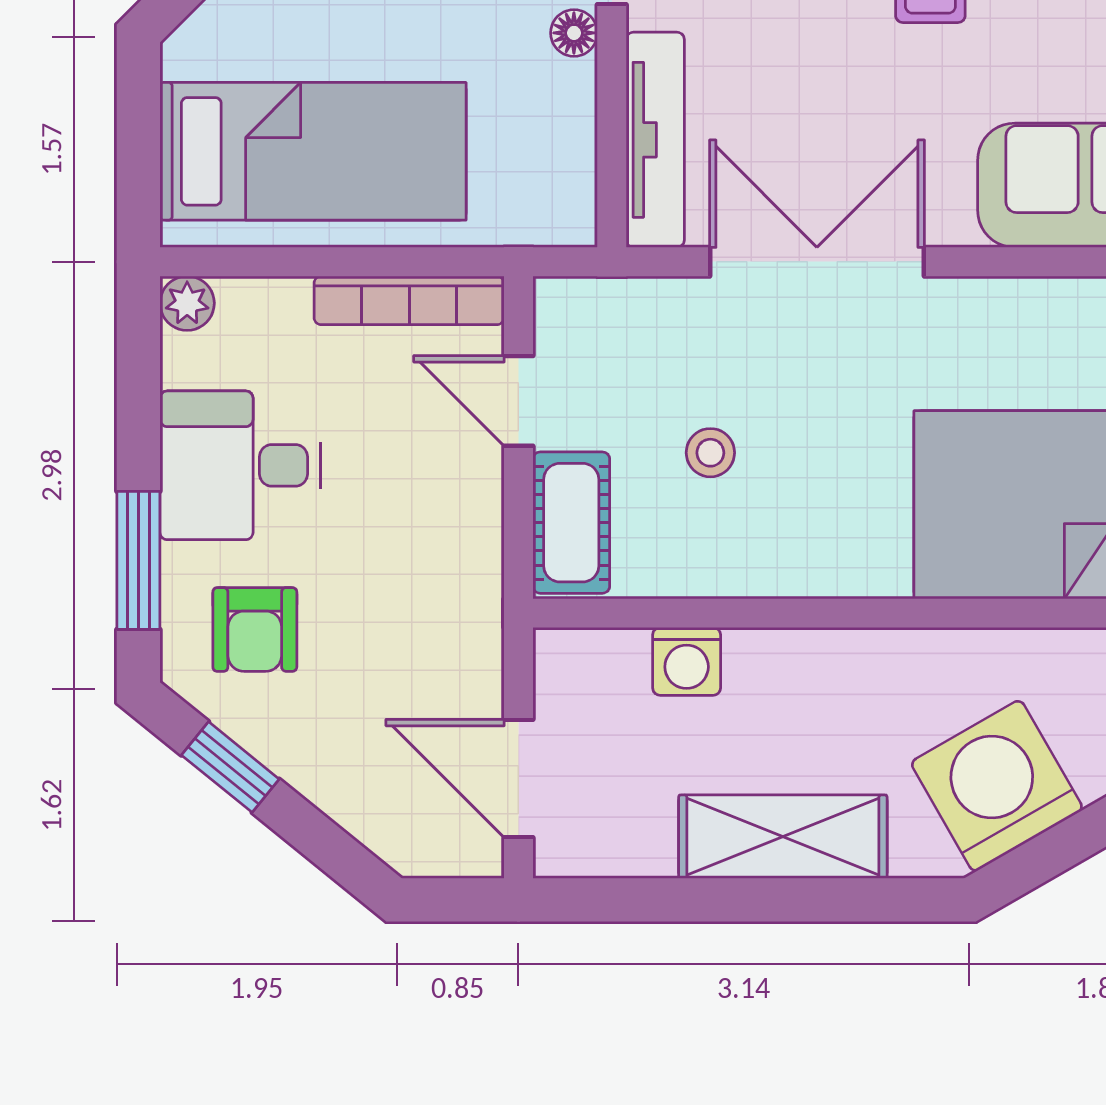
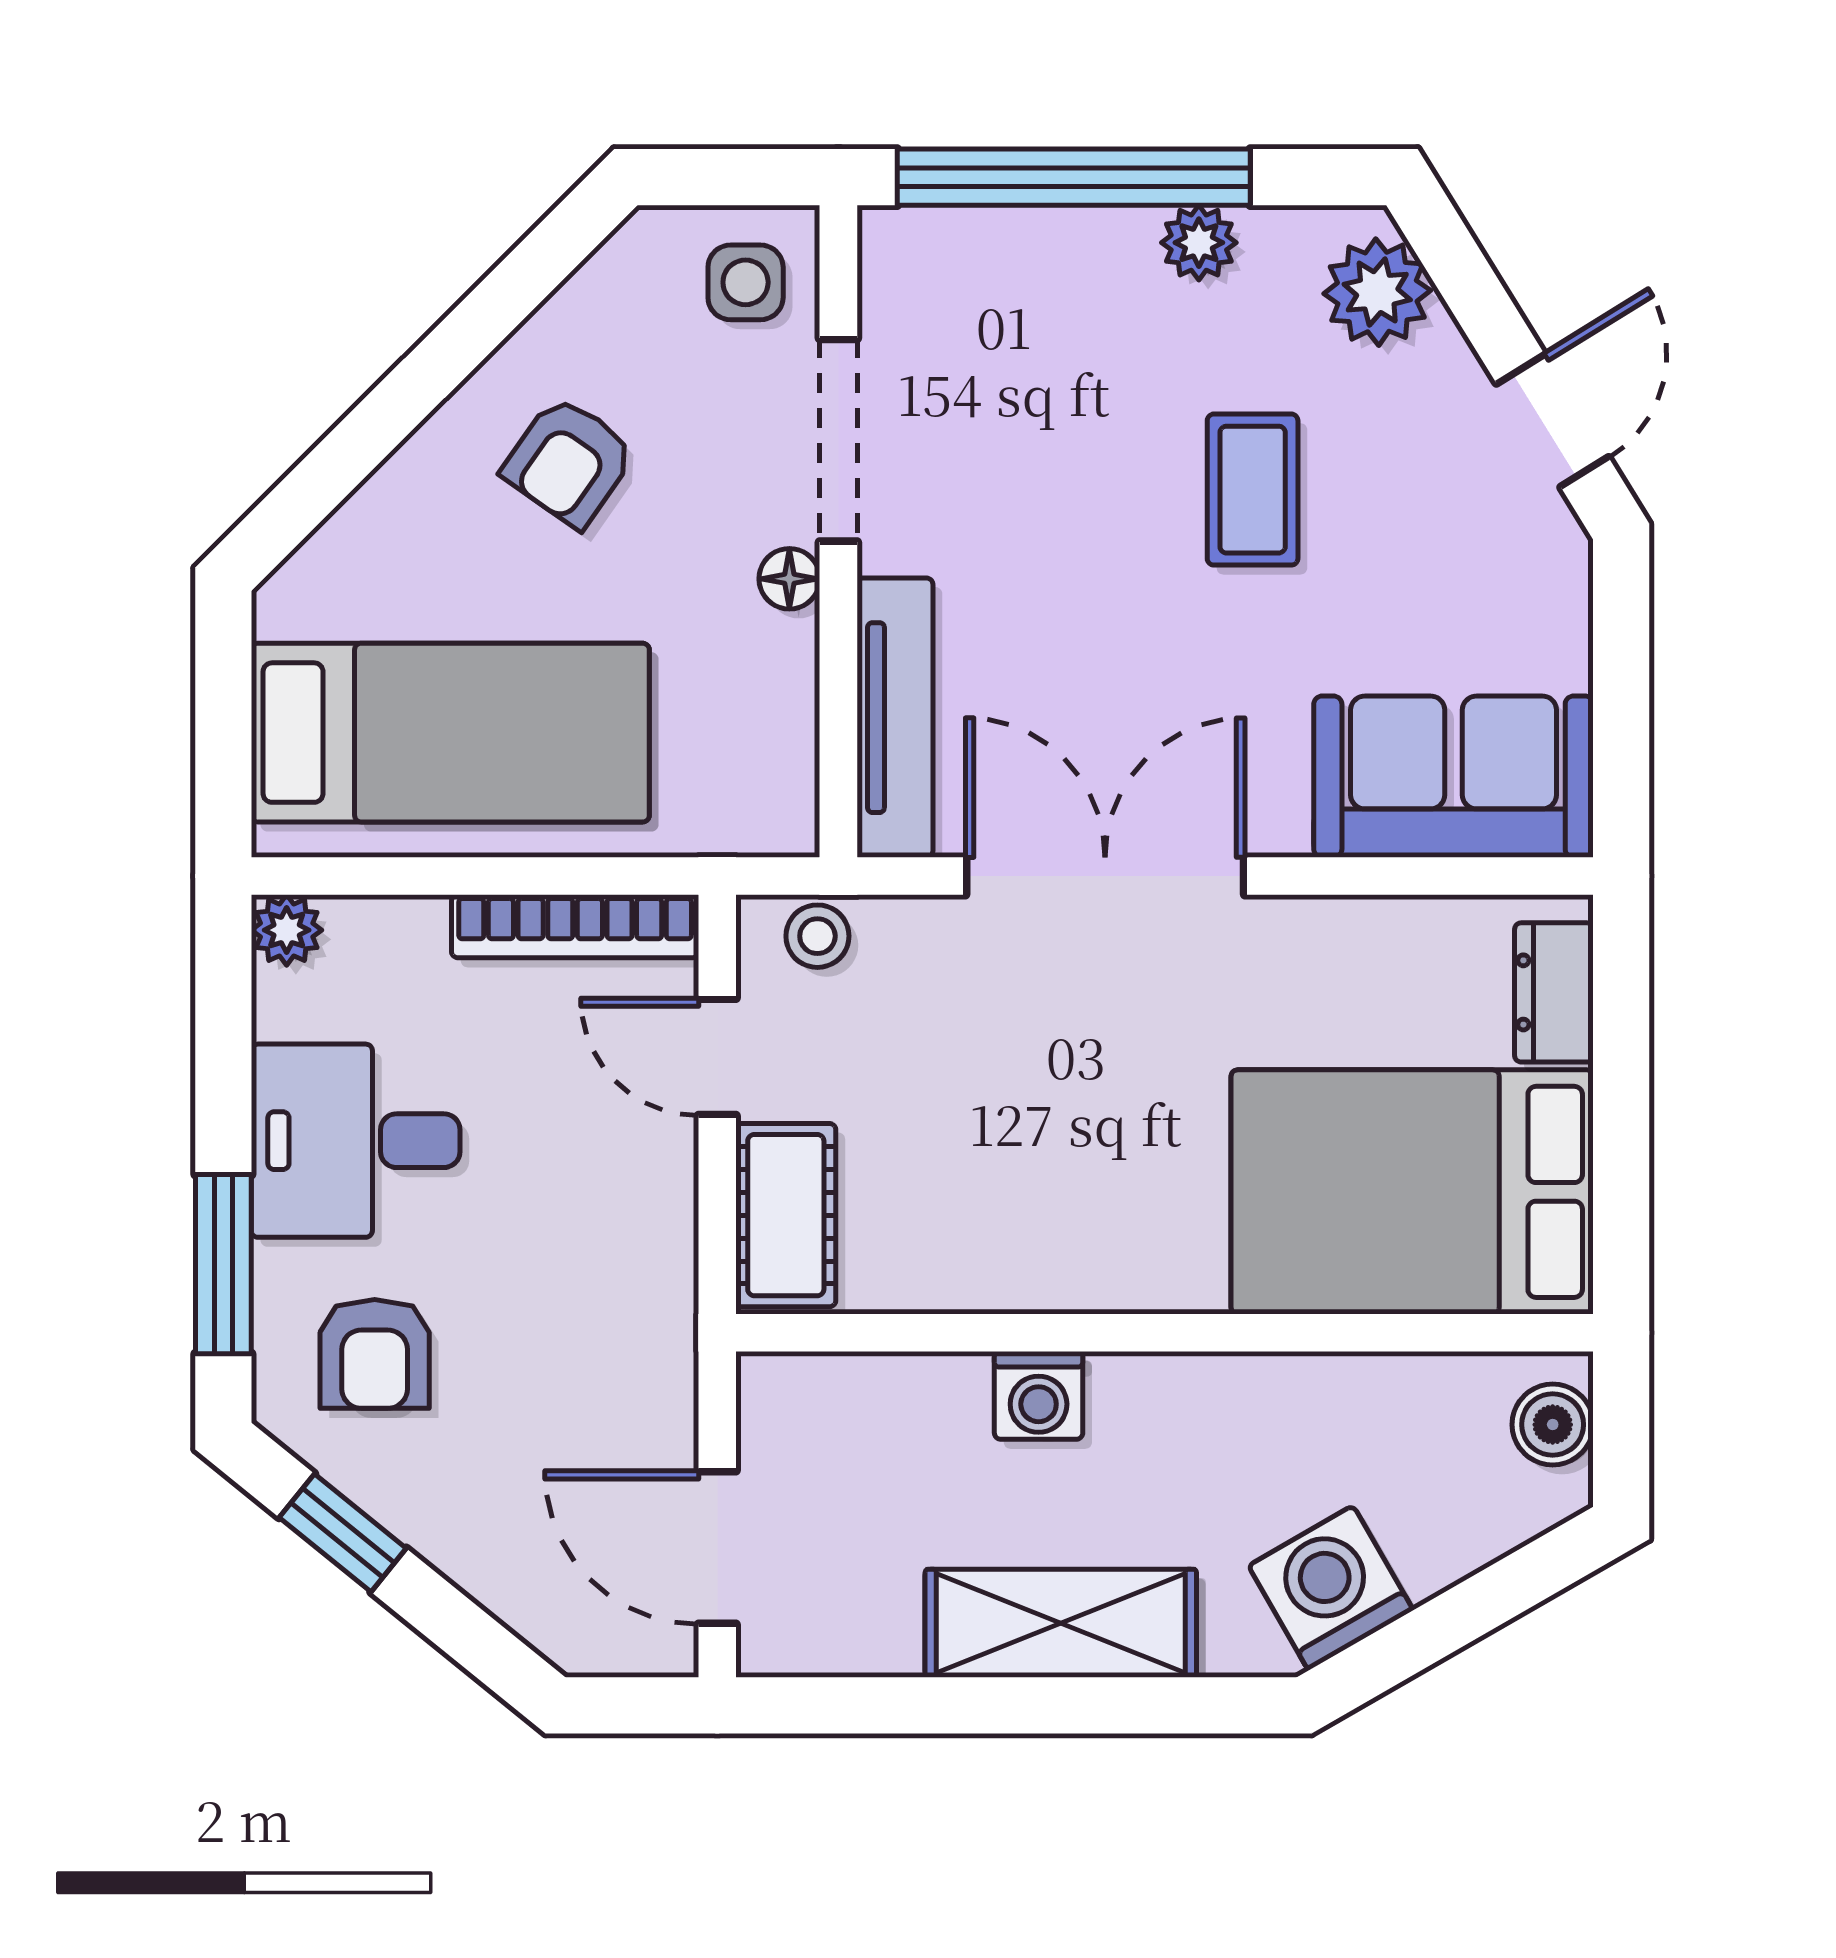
stool: (710, 453) -> (817, 936), moved
washing machine: (687, 661) -> (1039, 1395), moved
washing machine: (997, 786) -> (1331, 1588), width x0.73, depth x0.73

